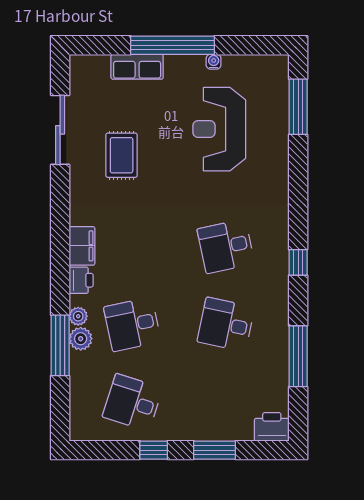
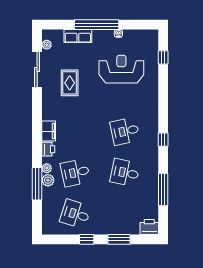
plant: (78, 83) -> (47, 45), added
window: (298, 107) -> (163, 57), width x0.46
reception desk: (219, 129) -> (121, 69), turned 90

